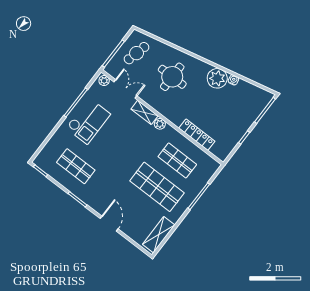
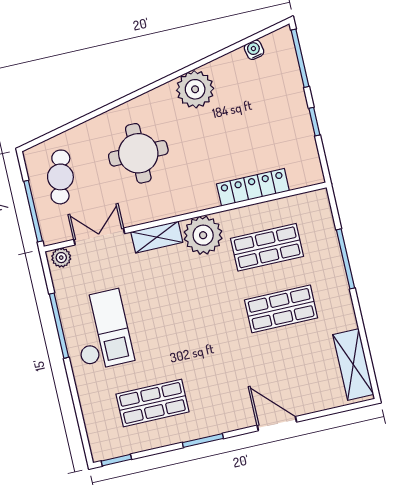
water cooler: (233, 80) -> (254, 50), moved
plant: (160, 124) -> (203, 235), width x1.88, depth x1.88
shop shelf: (157, 187) -> (281, 309), width x0.70, depth x0.74

